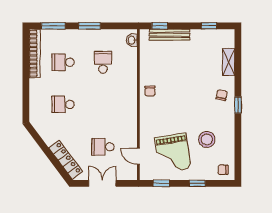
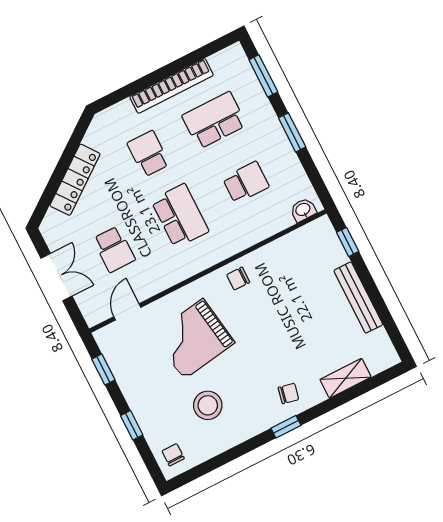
window: (209, 26) -> (387, 319), removed
bench: (169, 35) -> (358, 298), moved
bookcase: (35, 53) -> (172, 86), moved
school desk: (63, 62) -> (214, 120), width x1.85
school desk: (103, 105) -> (180, 216), added
school desk: (103, 147) -> (114, 249), turned 180
grand piano: (173, 153) -> (193, 339), moved
locker: (66, 160) -> (75, 180), moved

